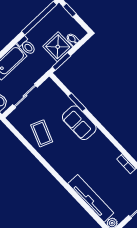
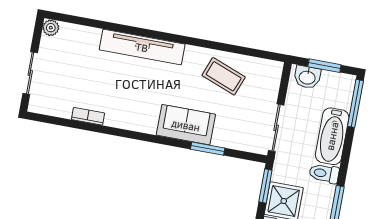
sliding door: (25, 96) -> (276, 128), moved
tv unit: (91, 198) -> (142, 47), moved

